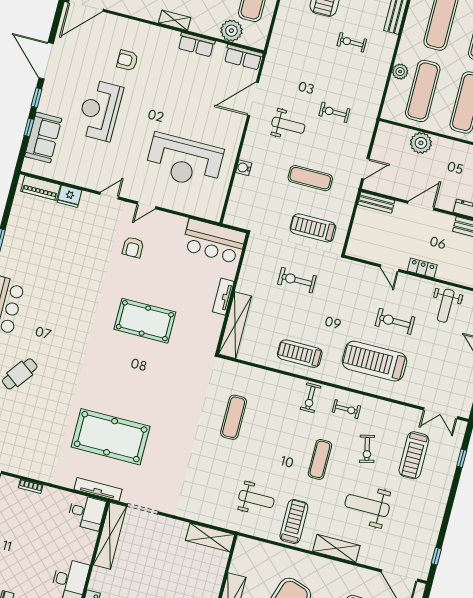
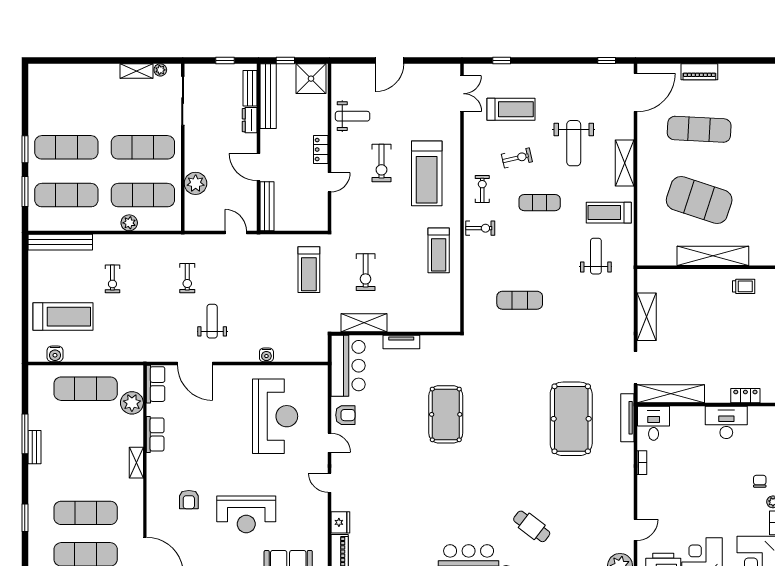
exercise mat: (310, 178) -> (260, 285), removed
bench: (376, 202) -> (267, 206), width x1.36
armchair: (133, 247) -> (345, 415), moved
shelving: (235, 325) -> (364, 323), moved, width x0.68
bookcase: (31, 486) -> (642, 463), moved
shelving: (210, 538) -> (647, 317), moved

